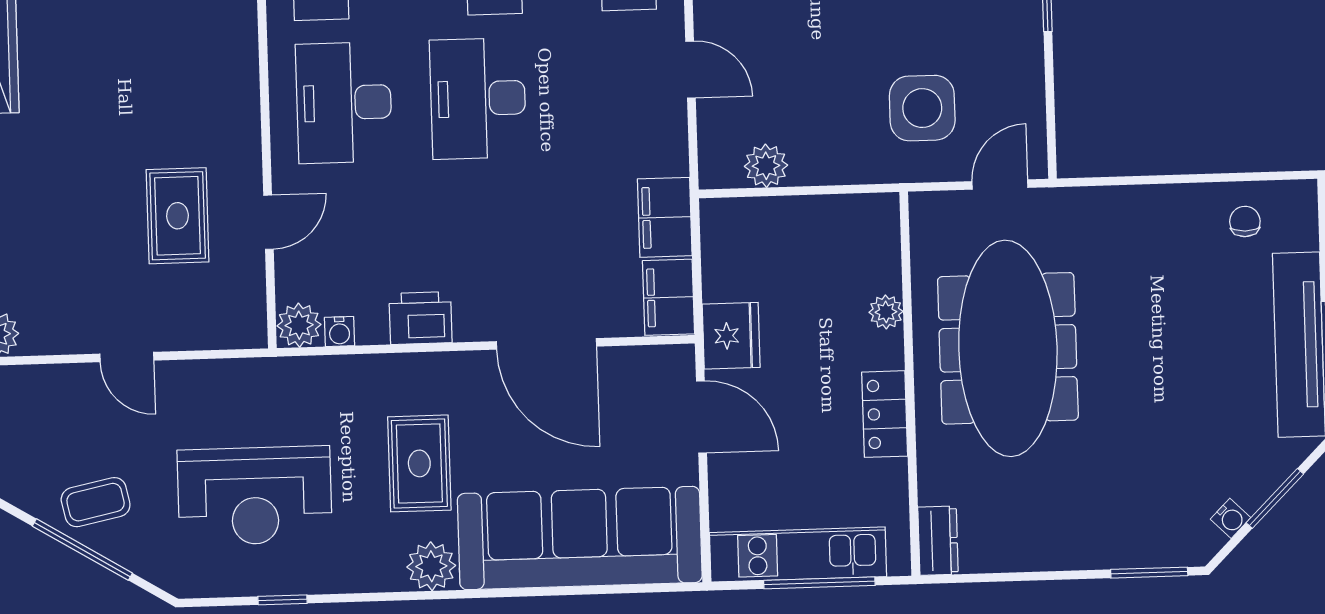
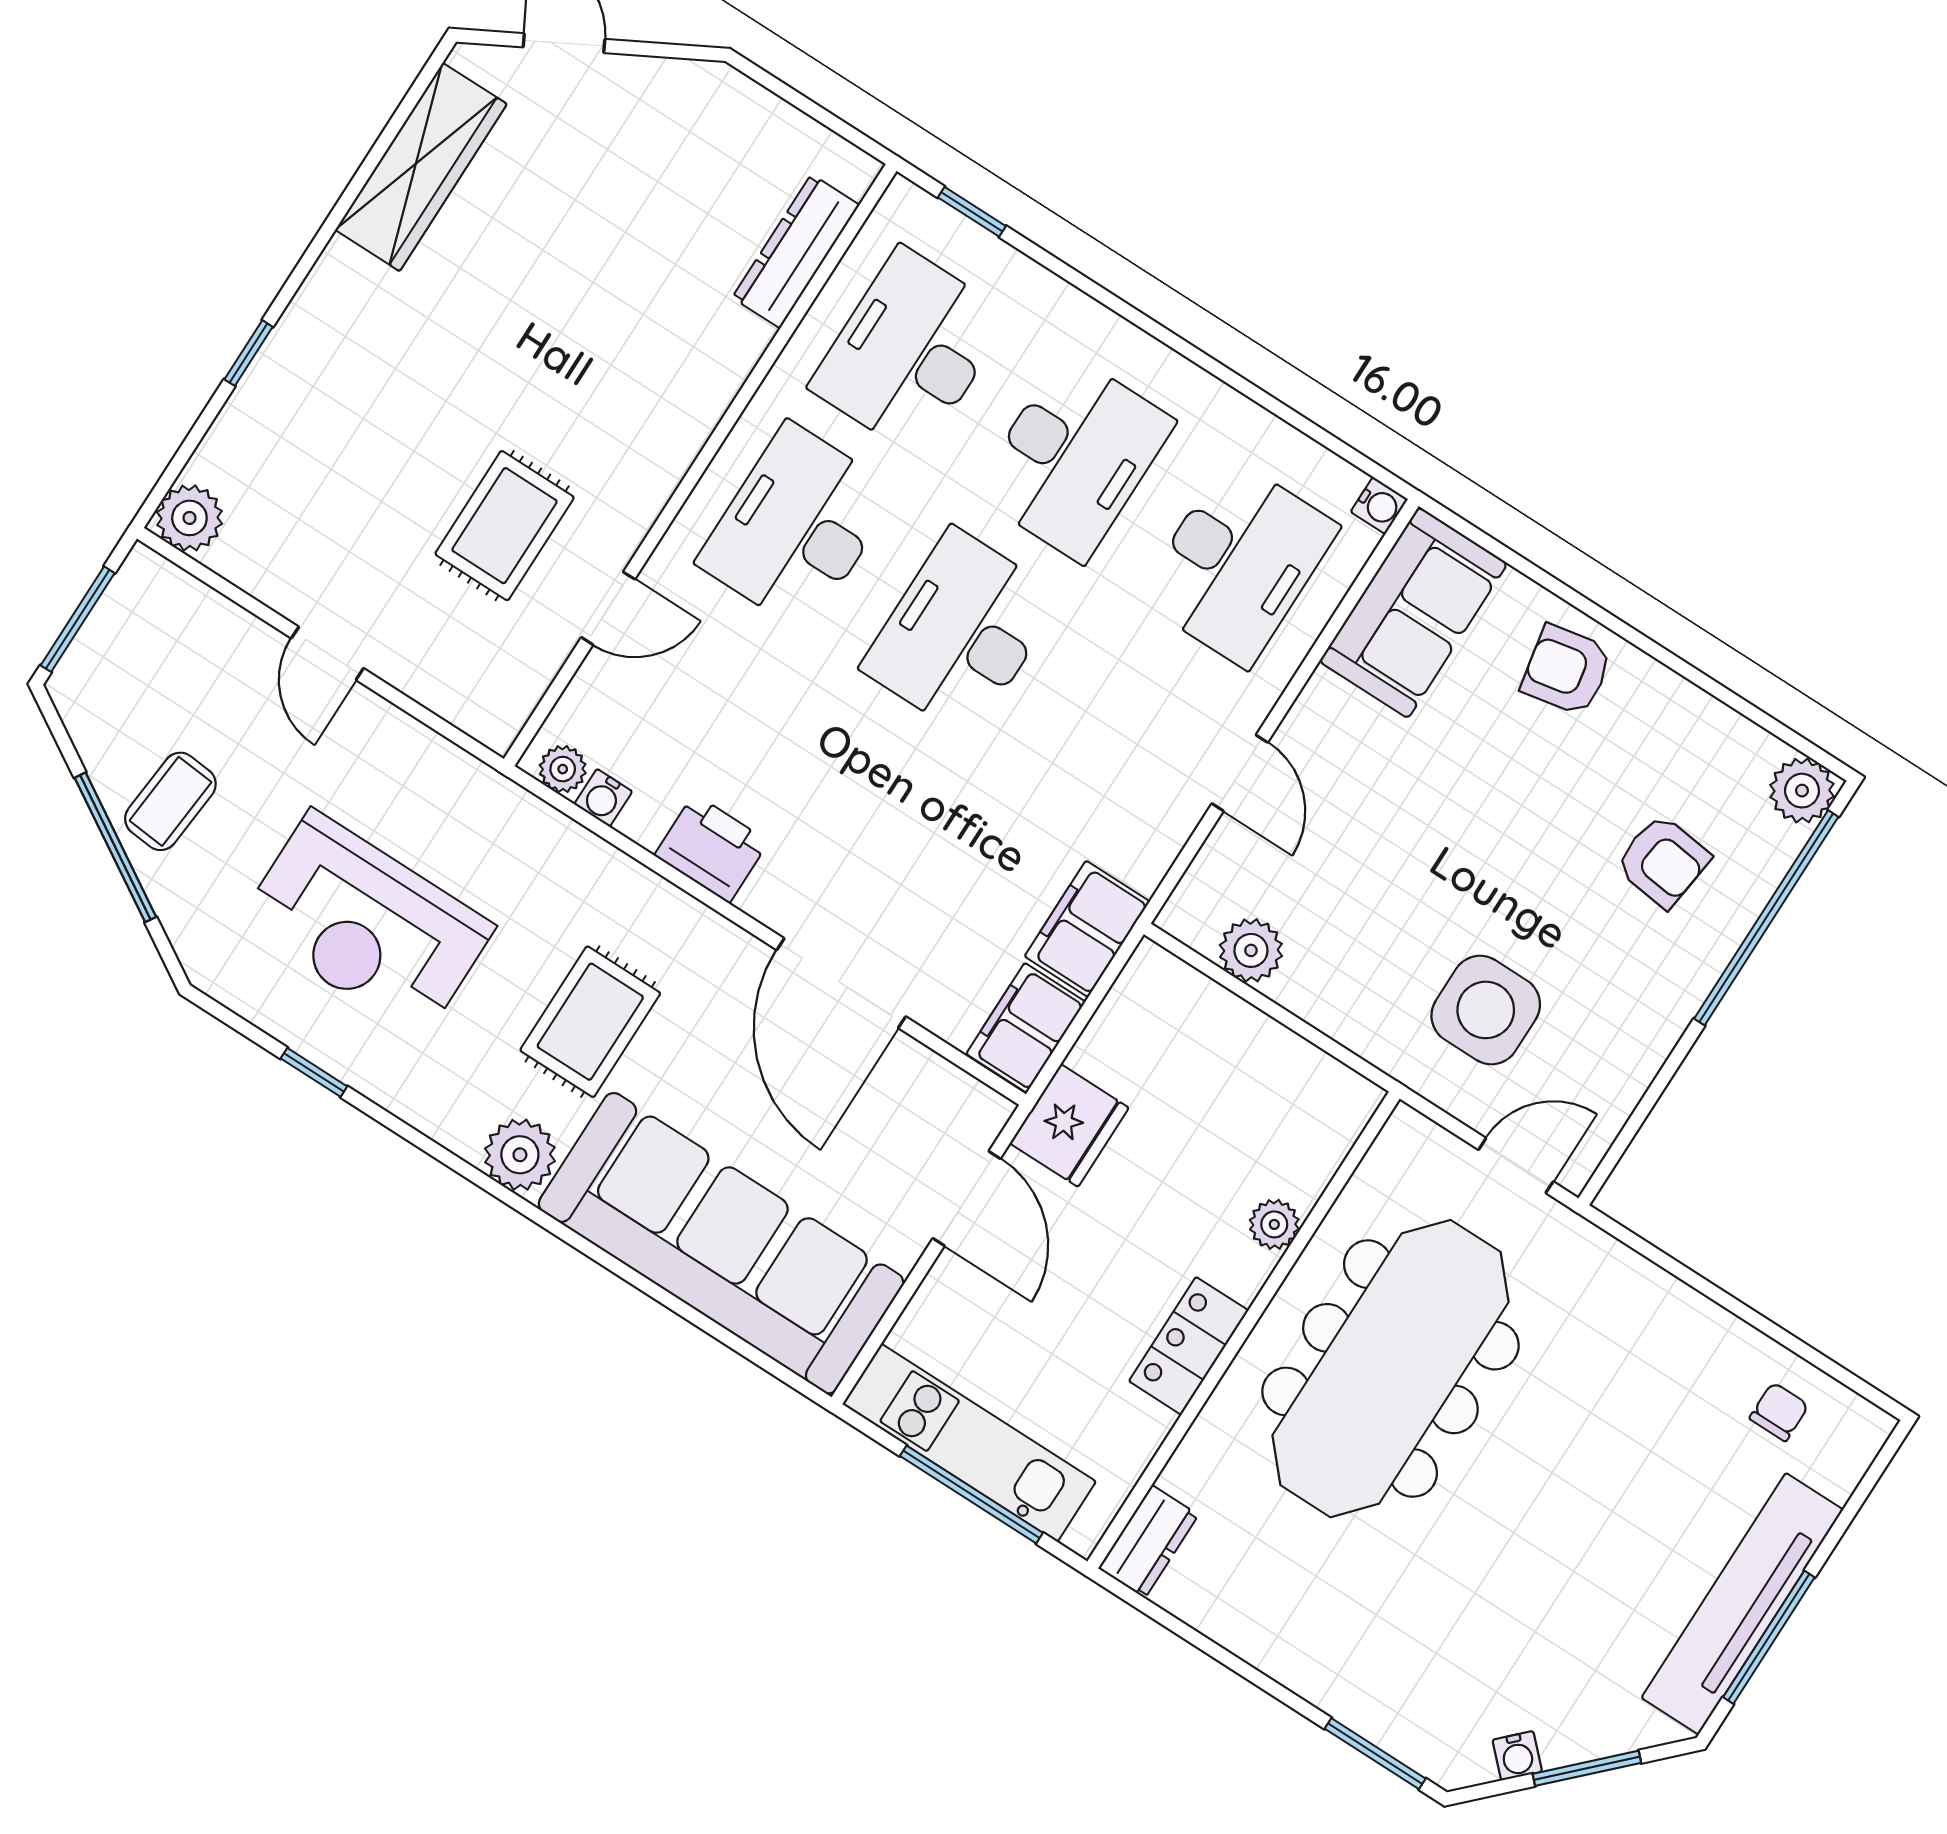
plant: (299, 325) -> (563, 769), width x0.73, depth x0.73
coffee table: (96, 502) -> (170, 801), turned -73

